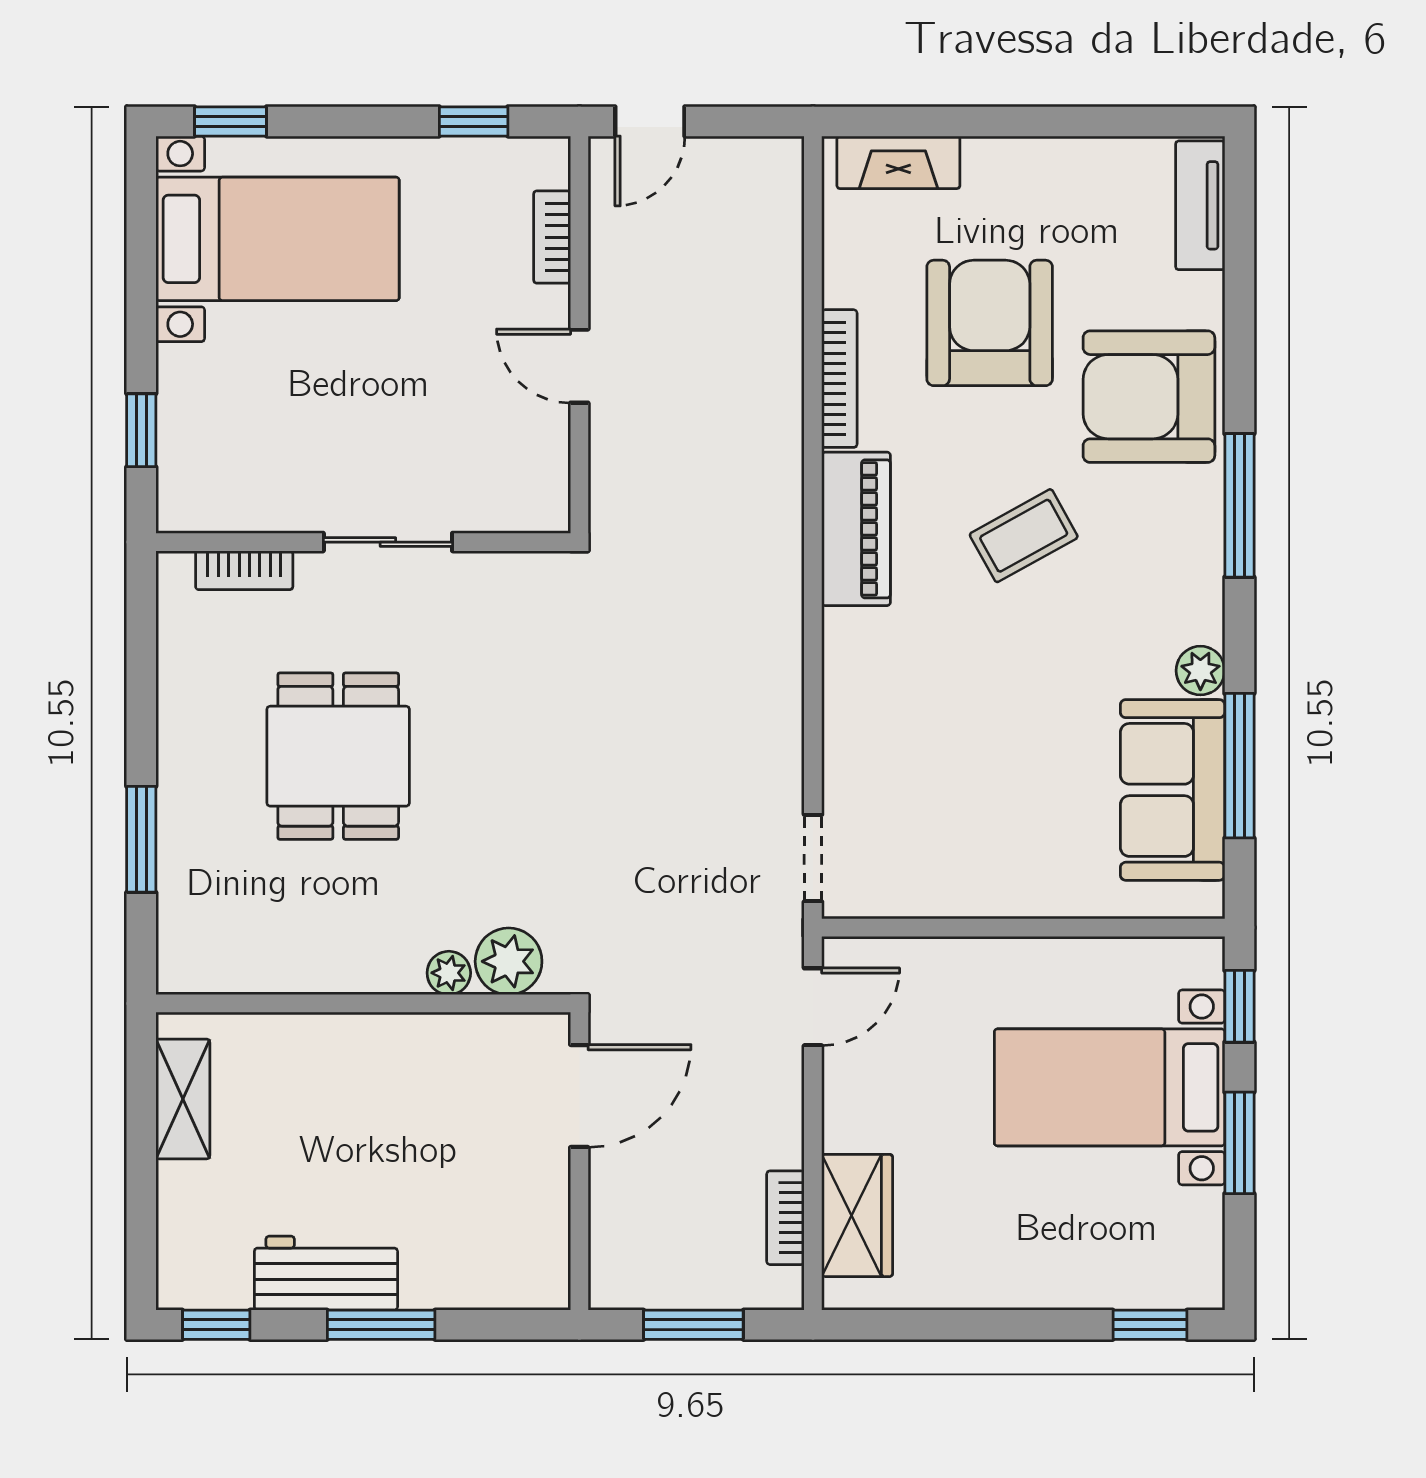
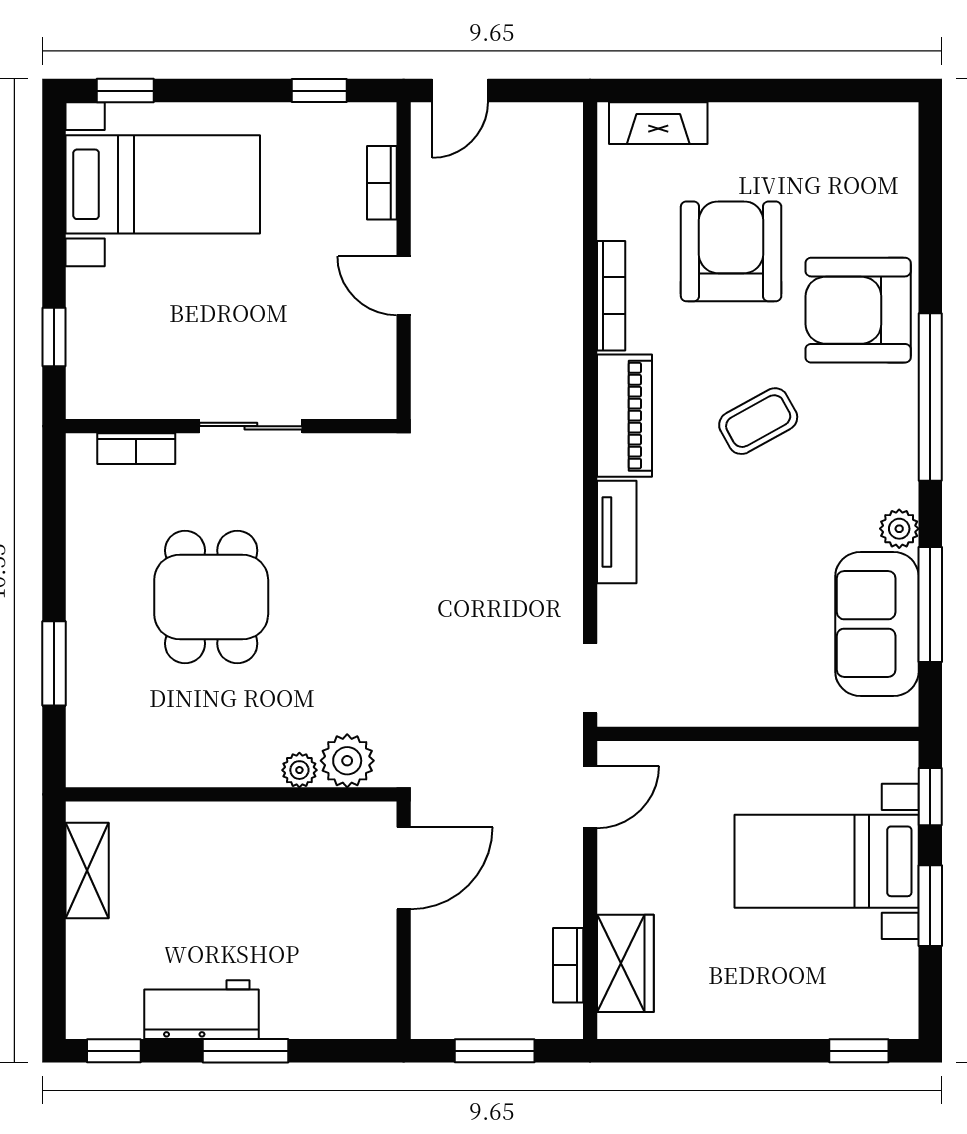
tv unit: (1200, 205) -> (617, 532), moved, turned 180
window: (1239, 505) -> (930, 397), width x1.46

